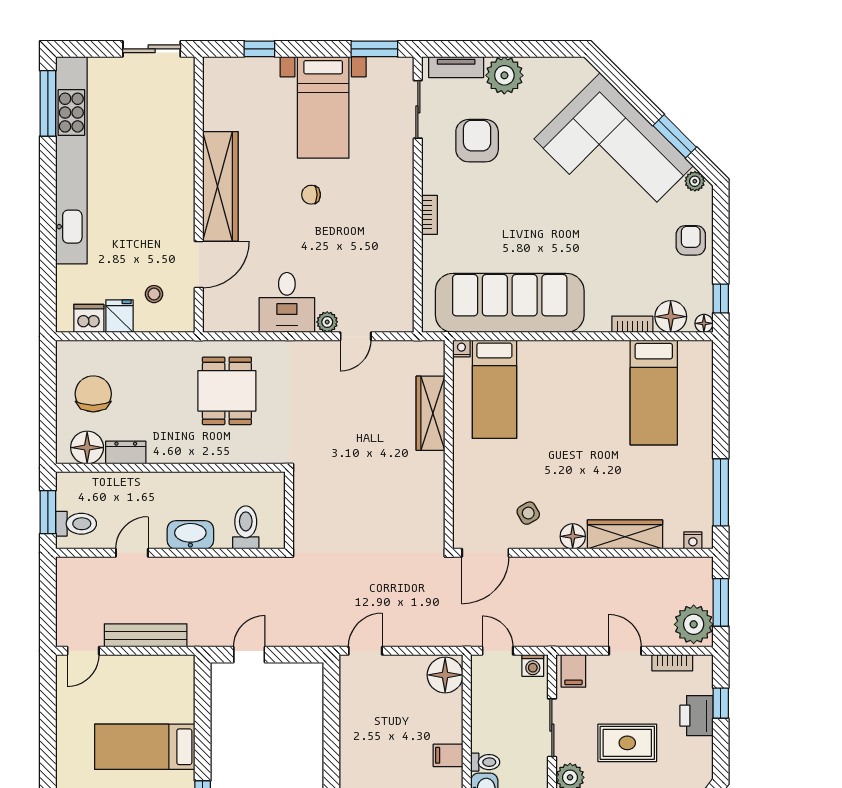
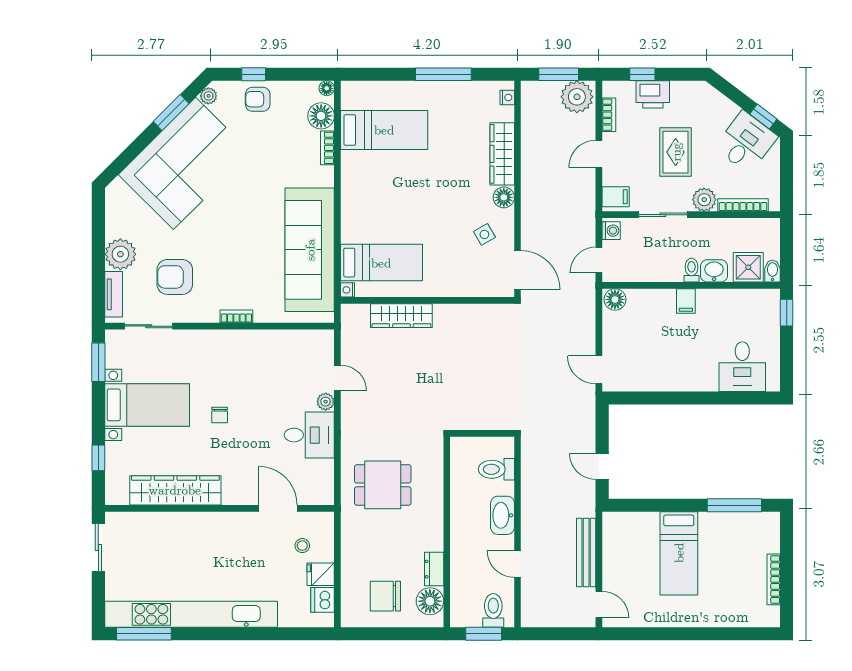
wardrobe: (220, 186) -> (175, 490), moved
window: (721, 299) -> (254, 74), moved
window: (721, 492) -> (443, 74), moved
floor lamp: (445, 675) -> (615, 299), width x0.73, depth x0.73

